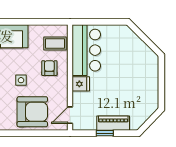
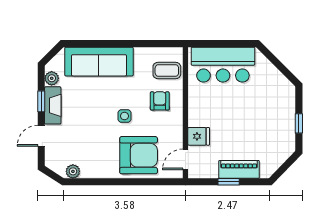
bar counter: (86, 50) -> (223, 65), moved, turned 90
fridge: (81, 84) -> (199, 136), moved
window: (161, 86) -> (299, 123), added

